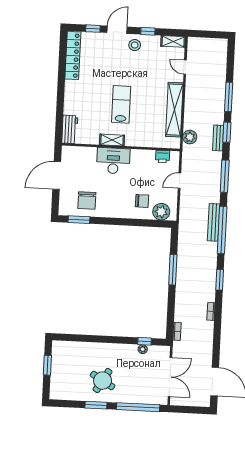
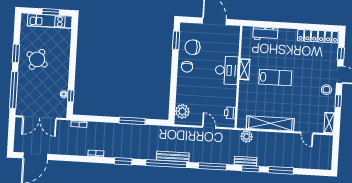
door: (185, 67) -> (307, 133), swing flipped
workbench: (70, 129) -> (265, 34), moved
chair: (142, 201) -> (187, 67), moved
kitchen unit: (58, 366) -> (50, 21), added

